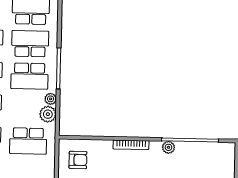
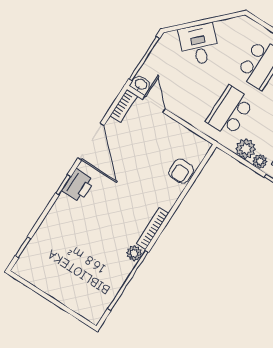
bookcase: (131, 145) -> (153, 228), moved
armchair: (78, 160) -> (181, 171), moved

